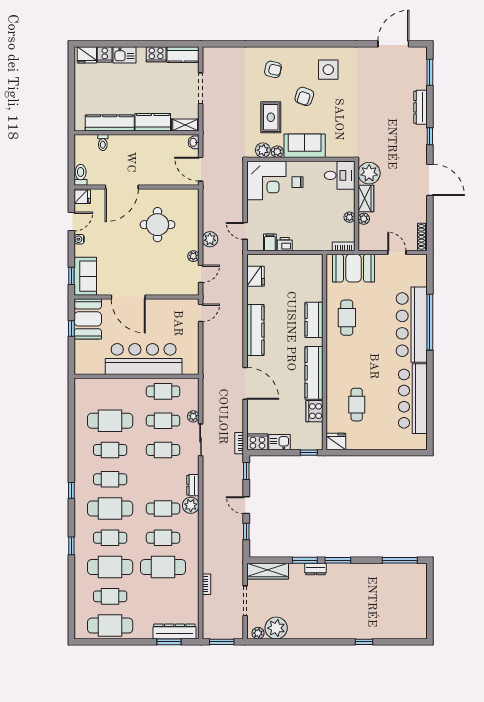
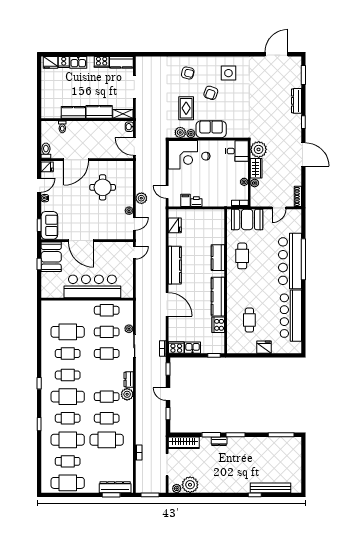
kitchen counter: (110, 123) -> (73, 112), width x0.67
door: (397, 252) -> (279, 208), swing flipped
fridge: (336, 441) -> (264, 347), moved
bench: (385, 632) -> (270, 488), added

